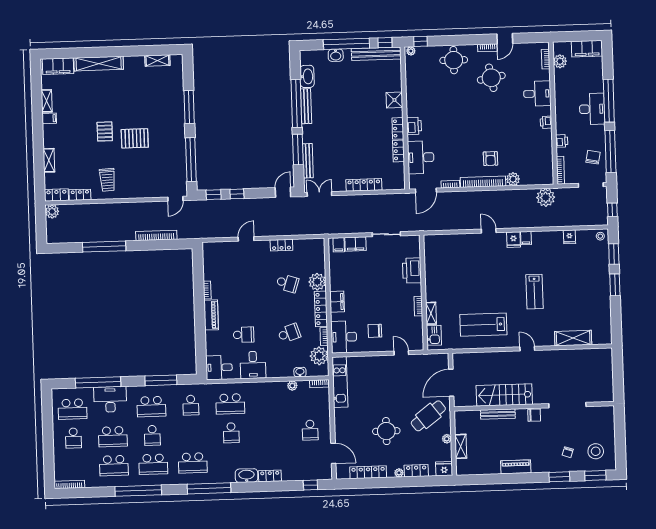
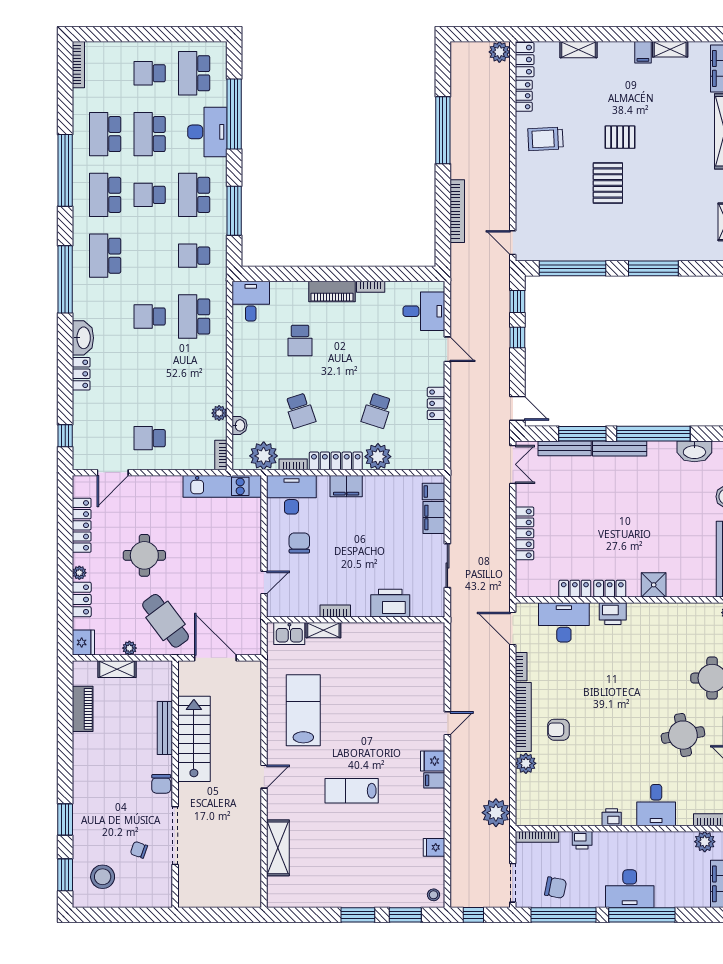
bench: (306, 106) -> (620, 448), moved
desk: (253, 365) -> (424, 311), moved, turned 180
chair: (568, 452) -> (139, 850), moved
piano: (516, 467) -> (83, 709), moved

